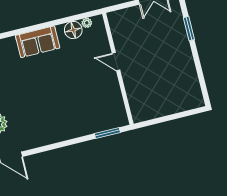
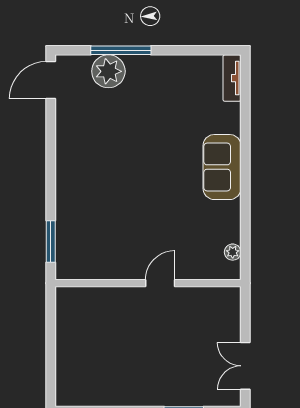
floor lamp: (73, 30) -> (227, 228), removed

